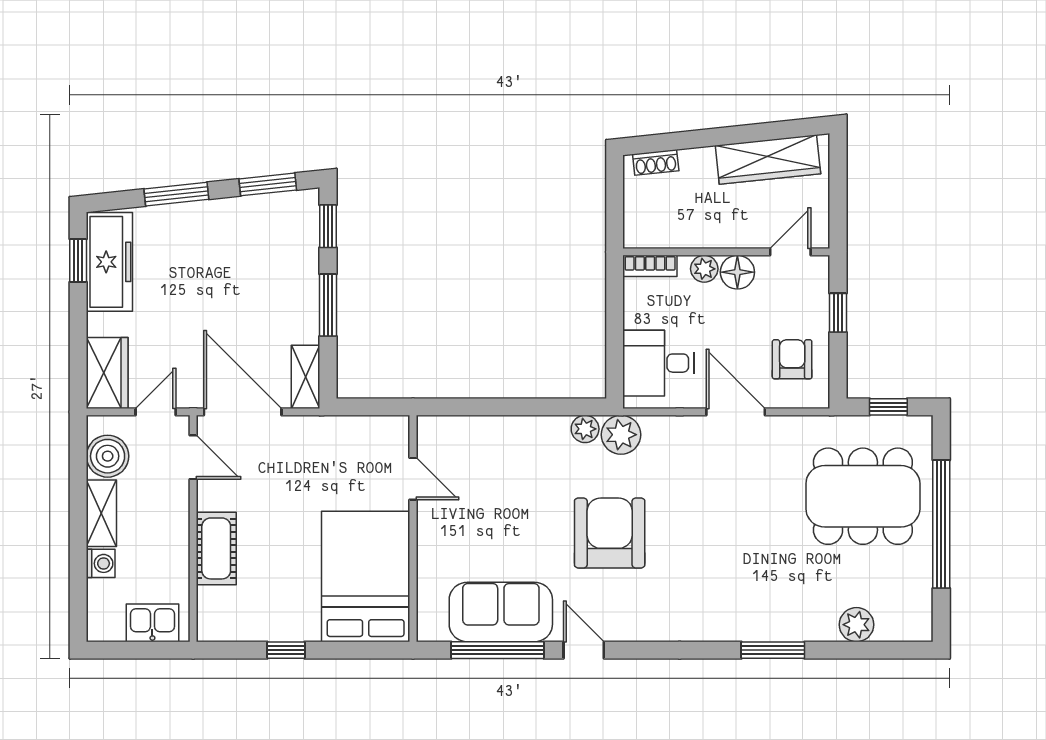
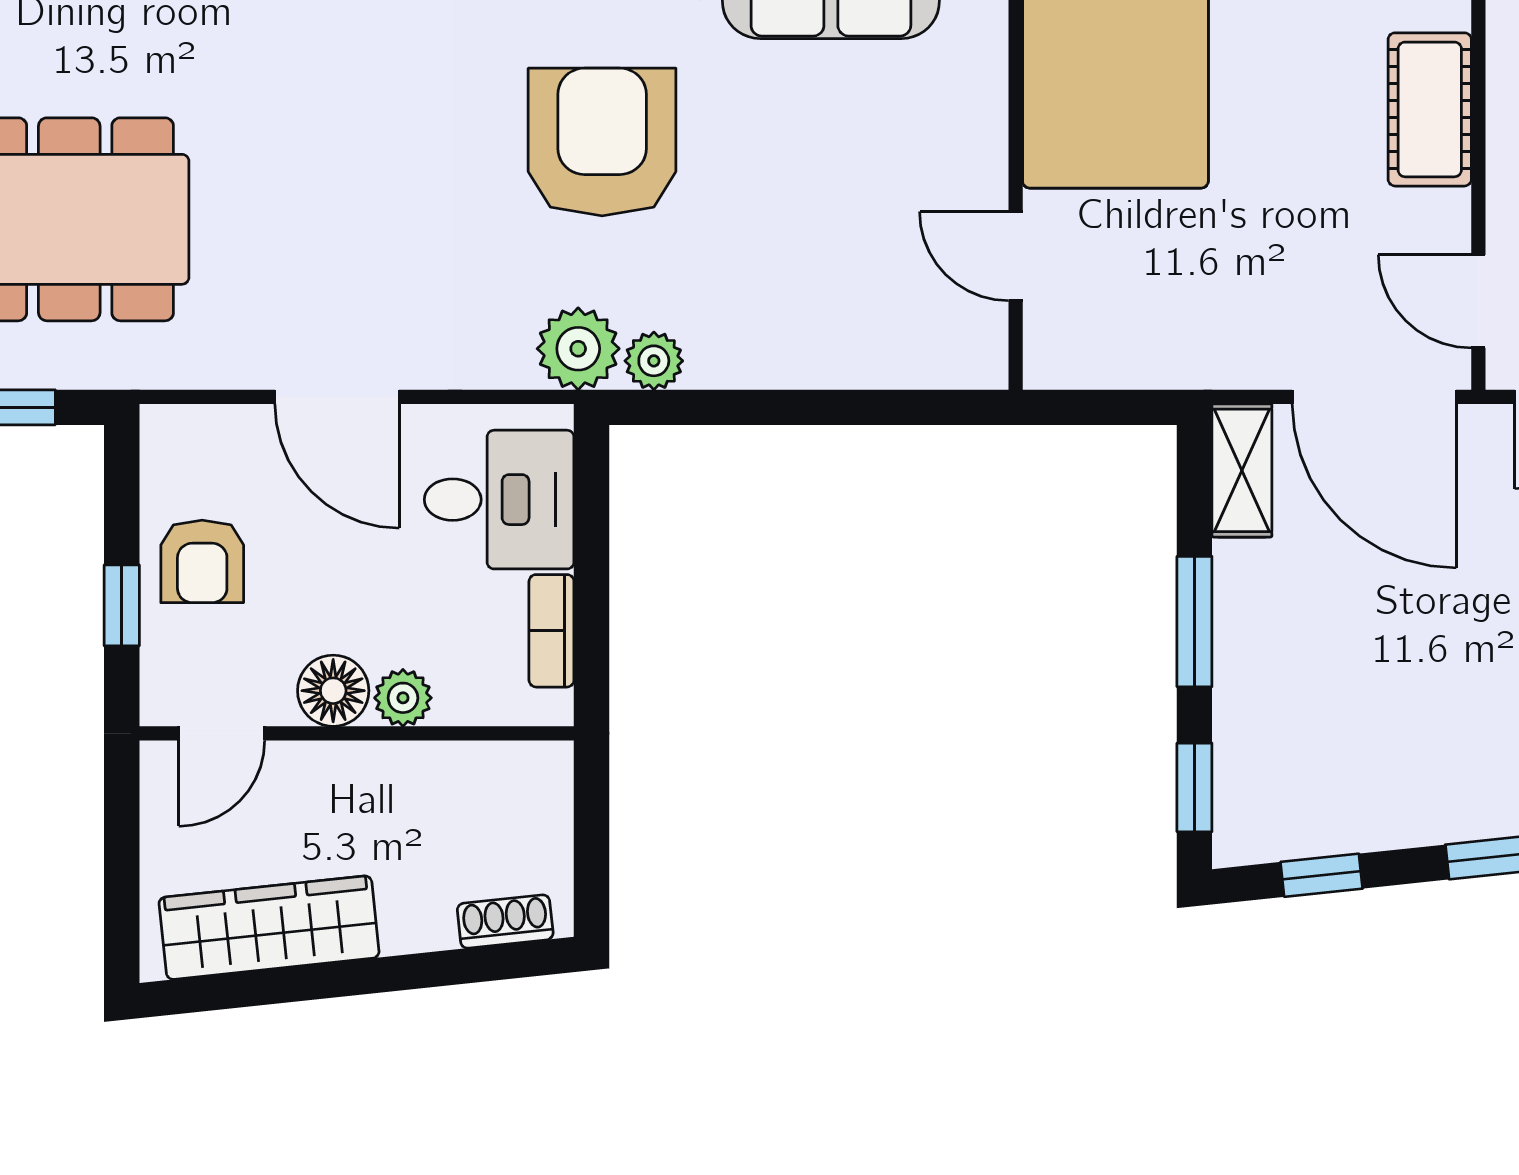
window: (268, 184) -> (1322, 875), width x0.67
bookcase: (650, 266) -> (551, 631), moved, turned -90
armchair: (792, 359) -> (202, 561), moved
armchair: (610, 533) -> (602, 142), turned 180

